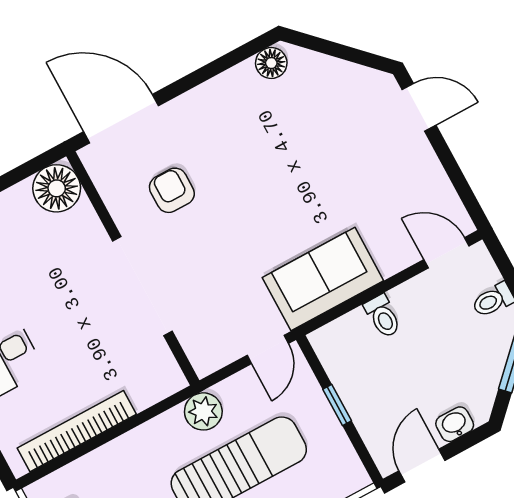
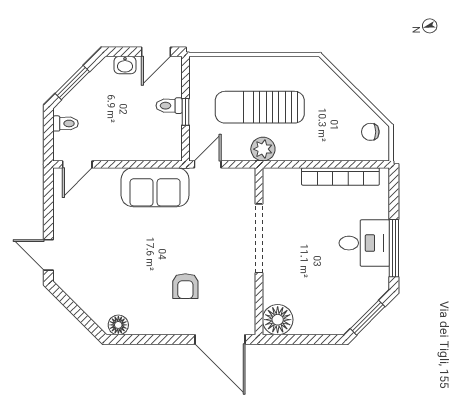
armchair: (172, 190) -> (185, 286), moved
door: (446, 253) -> (77, 164), hinge flipped
toilet: (383, 316) -> (169, 106), moved, turned -90

